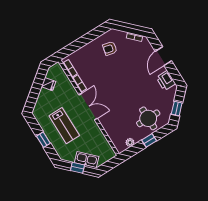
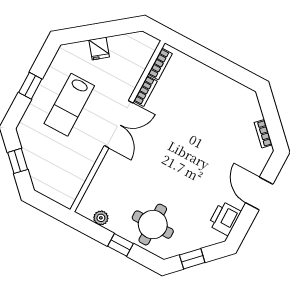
armchair: (110, 48) -> (225, 107), removed
door: (163, 56) -> (259, 194), hinge flipped
fridge: (48, 84) -> (99, 48), moved
kitchen sink: (87, 160) -> (38, 168), removed

